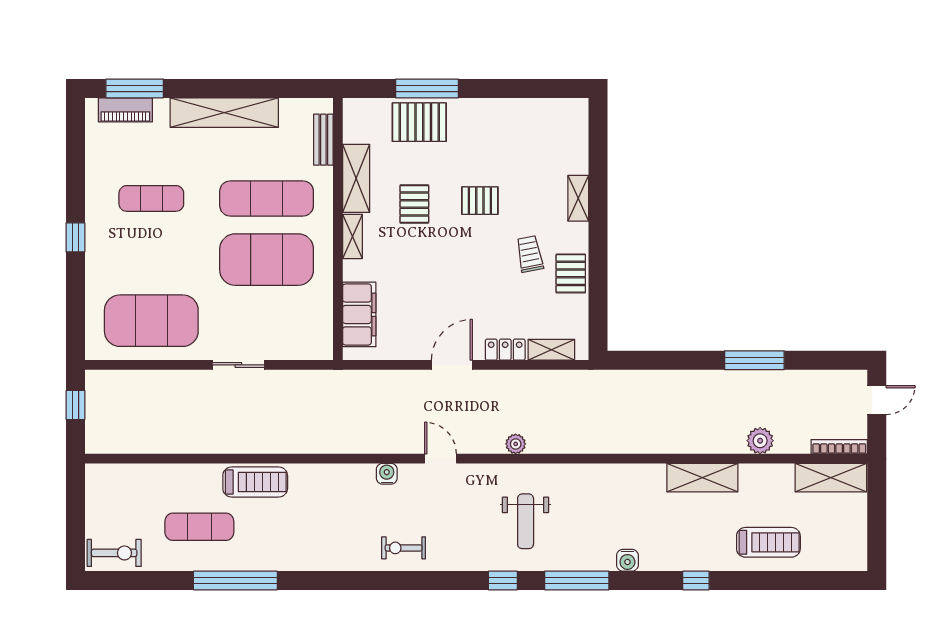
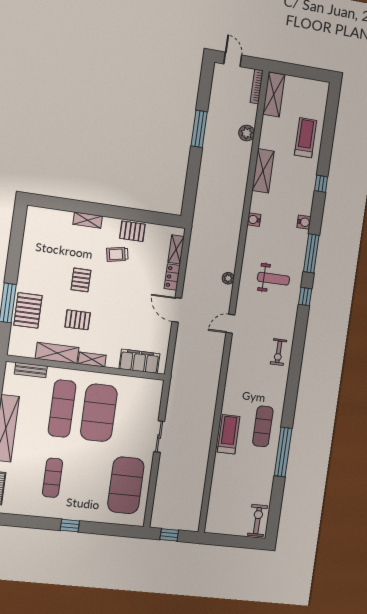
water cooler: (387, 474) -> (254, 220), moved
exercise mat: (199, 527) -> (263, 426), moved

